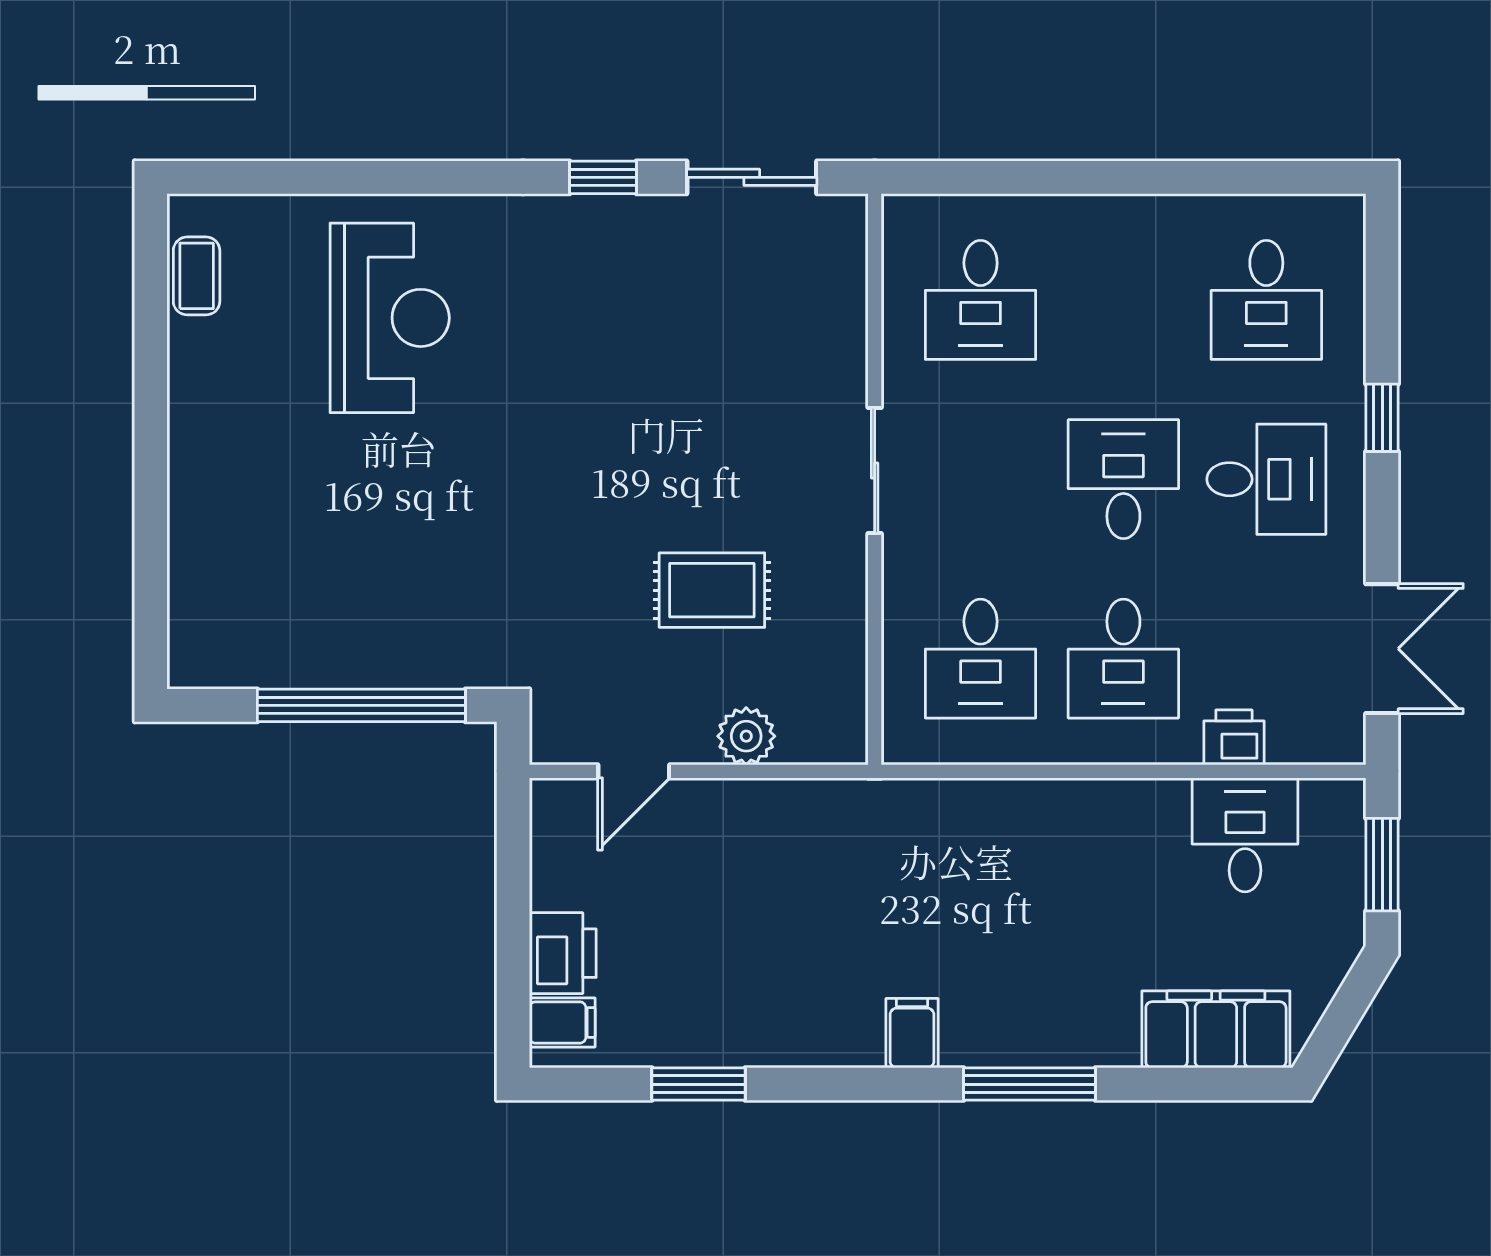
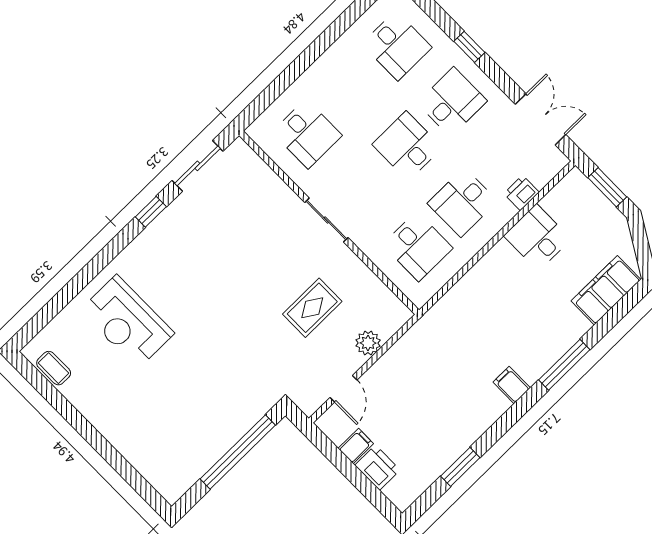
reception desk: (390, 318) -> (127, 322), turned 180
desk: (1123, 659) -> (462, 202), turned 90
desk: (1245, 835) -> (537, 237), moved
filing cabinet: (562, 1022) -> (356, 446), moved

